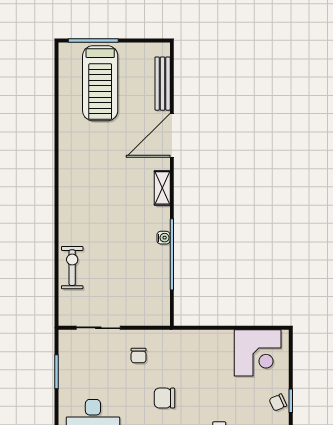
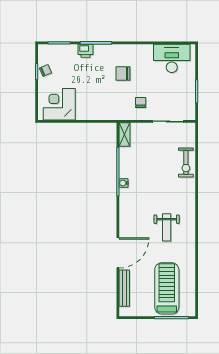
weight bench: (100, 173) -> (167, 227), added
shelving: (162, 188) -> (124, 135), moved
chair: (164, 398) -> (123, 73), turned 180

